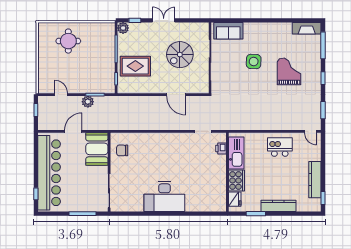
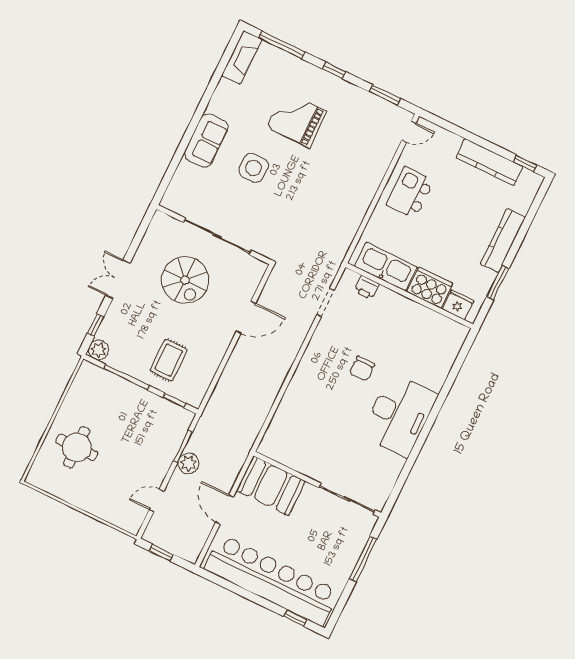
sofa: (228, 31) -> (206, 140), moved
rug: (135, 66) -> (169, 360), width x0.73, depth x0.70
chair: (122, 150) -> (362, 369), moved

